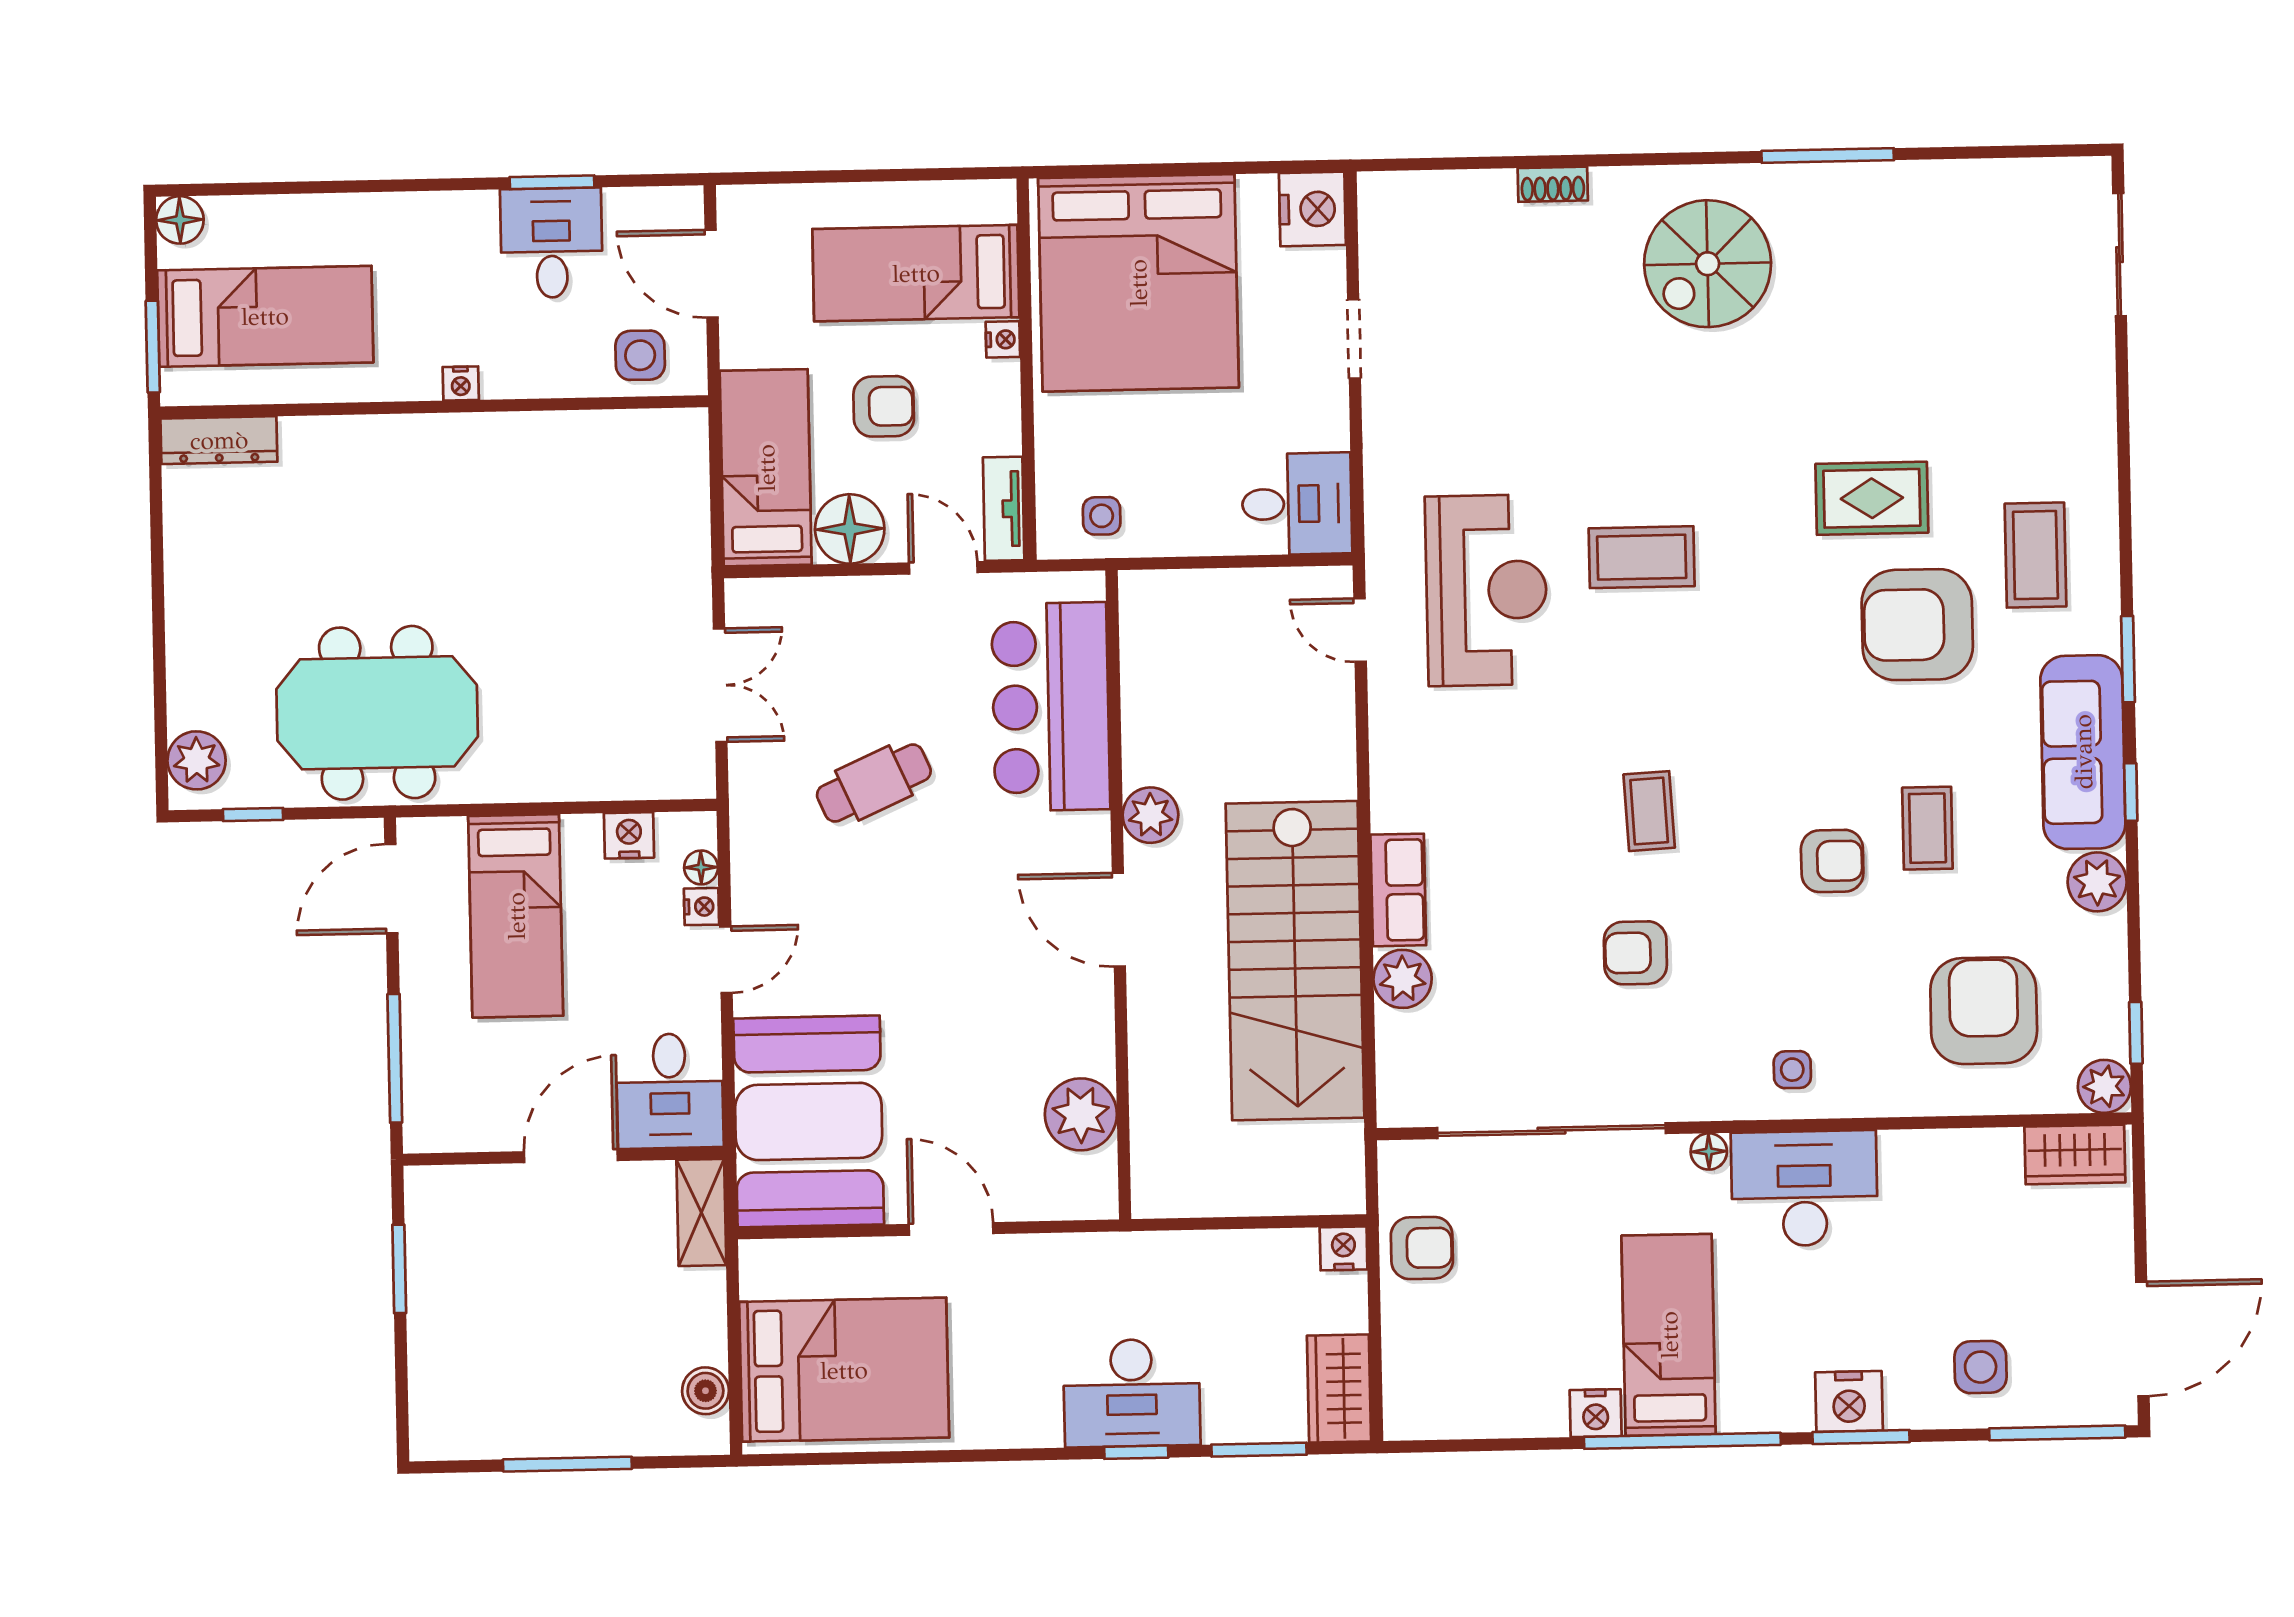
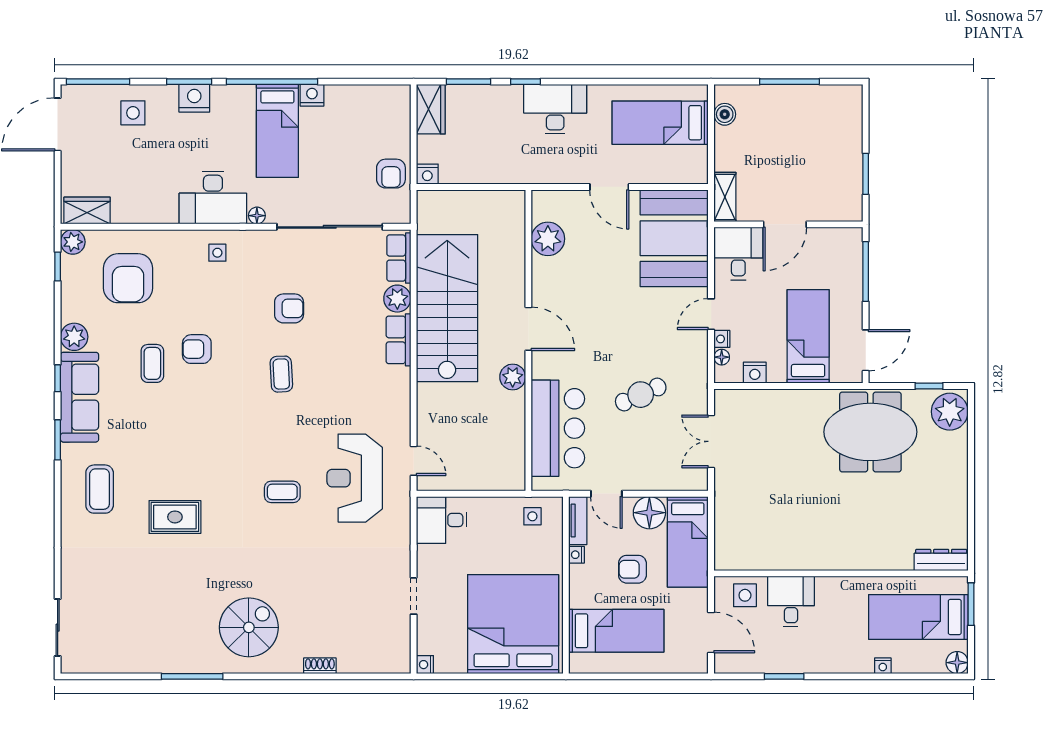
nightstand: (1312, 209) -> (425, 665), width x0.53, depth x0.56
desk: (552, 243) -> (791, 601), moved, turned 180
nightstand: (1003, 339) -> (576, 555), moved
nightstand: (461, 383) -> (883, 666), moved, turned 180
coffee table: (1642, 557) -> (282, 492), width x0.73, depth x0.77
armchair: (1917, 625) -> (155, 458), removed
plant: (197, 760) -> (950, 412), width x1.36, depth x1.36
row of seats: (1401, 1066) -> (399, 258), added
armchair: (1422, 1248) -> (391, 174), turned -90
bed: (844, 1370) -> (660, 123), width x0.67
desk: (1132, 1393) -> (555, 109), moved

